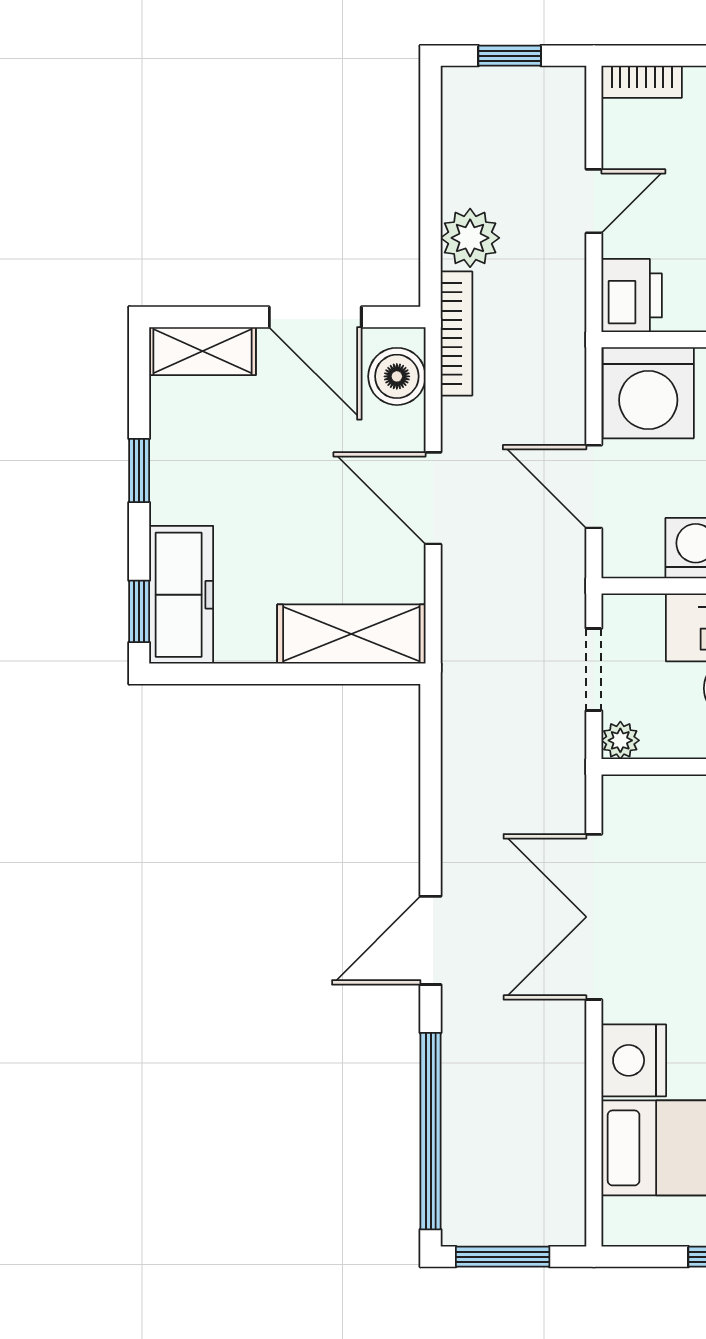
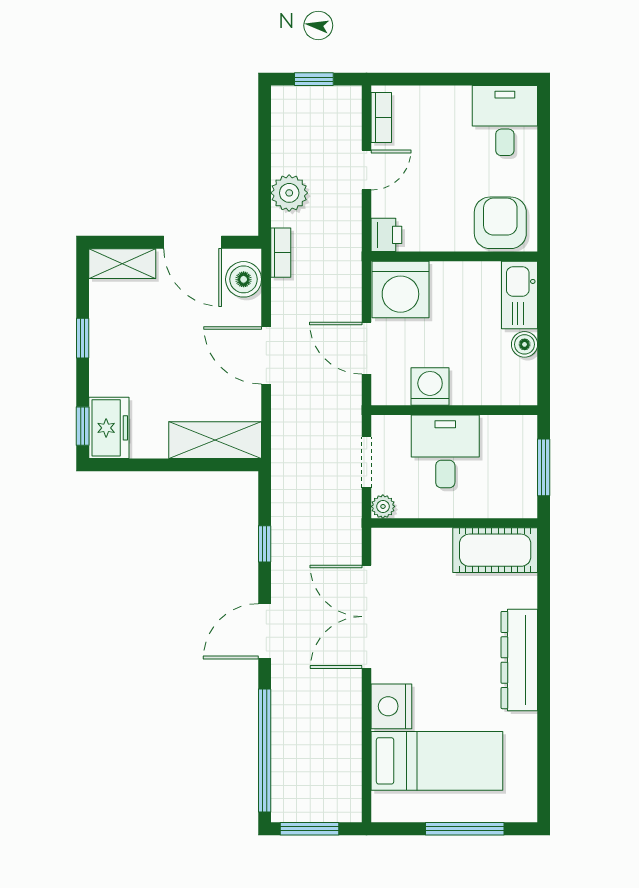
bookcase: (642, 82) -> (381, 117), moved, turned -90
printer: (632, 295) -> (386, 235), width x0.73, depth x0.81
bookcase: (456, 333) -> (281, 253), width x0.64
freezer: (181, 595) -> (109, 428), width x0.71
window: (431, 800) -> (265, 544), added

